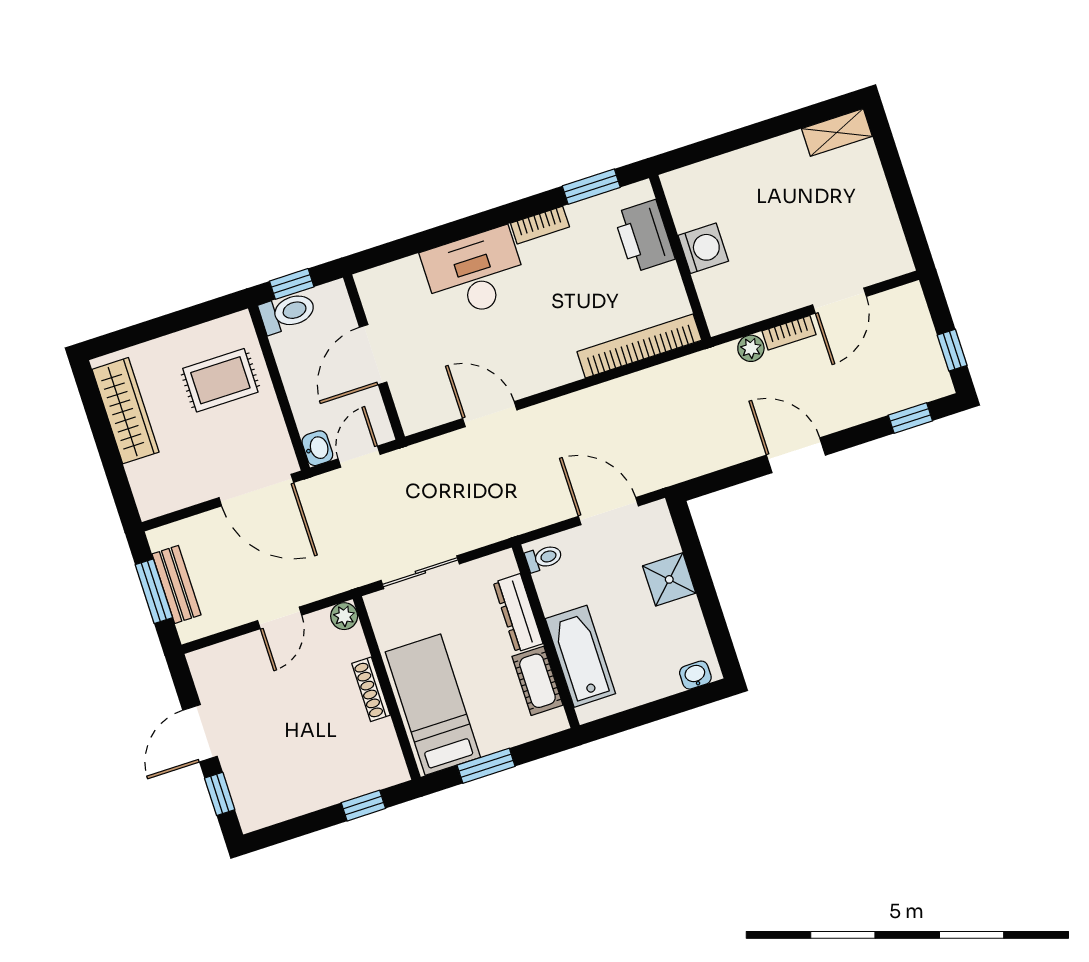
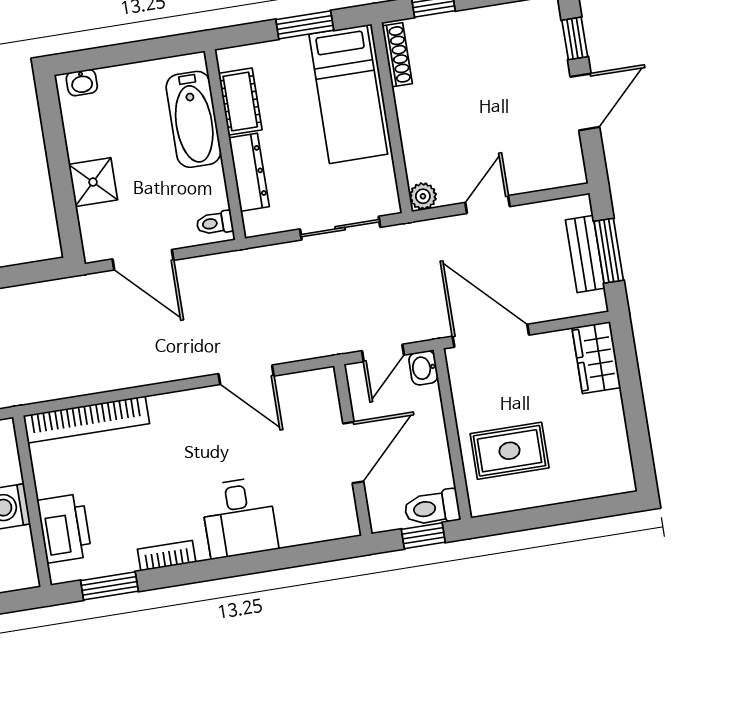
desk: (475, 273) -> (239, 518), width x0.73
wardrobe: (126, 411) -> (596, 358), moved, width x0.67
shoe rack: (371, 689) -> (397, 55), moved

